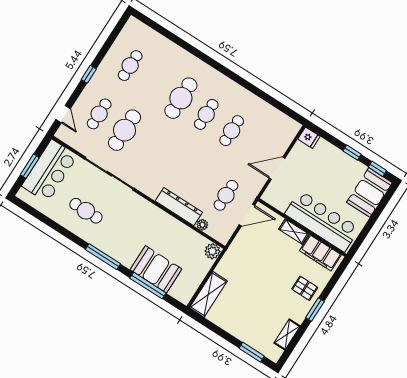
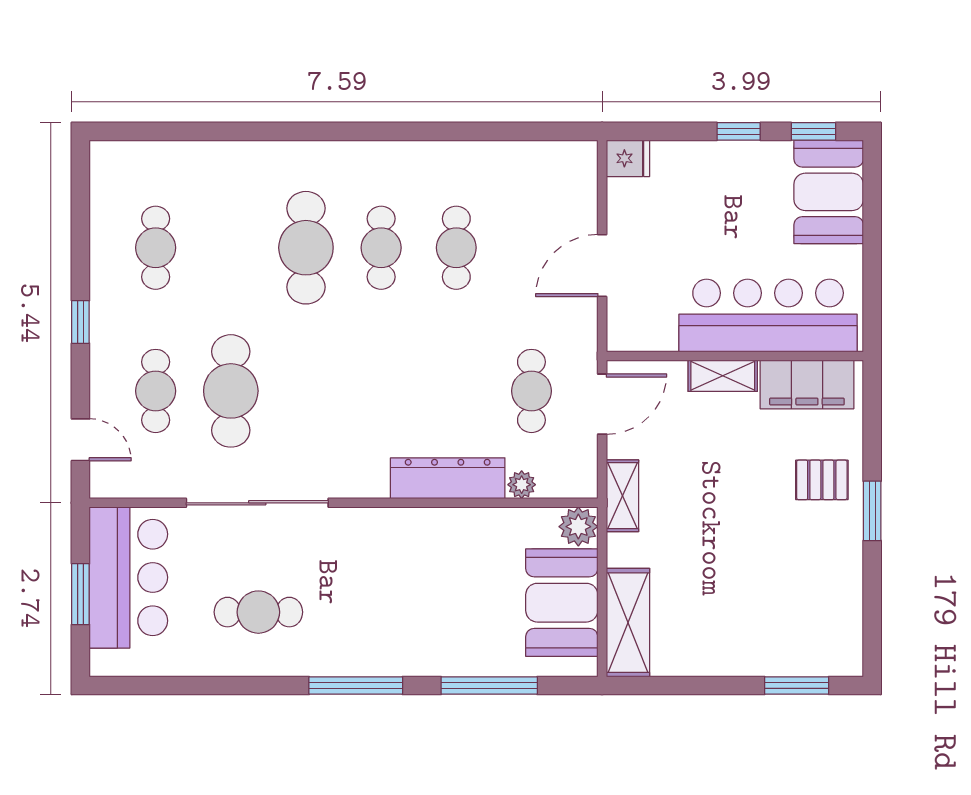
booth: (156, 269) -> (562, 603), moved, turned 90
shelving: (287, 335) -> (622, 496), moved

